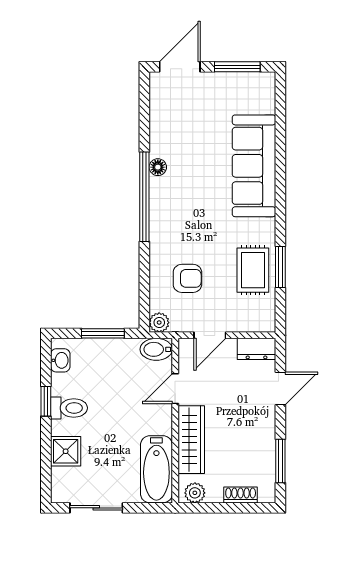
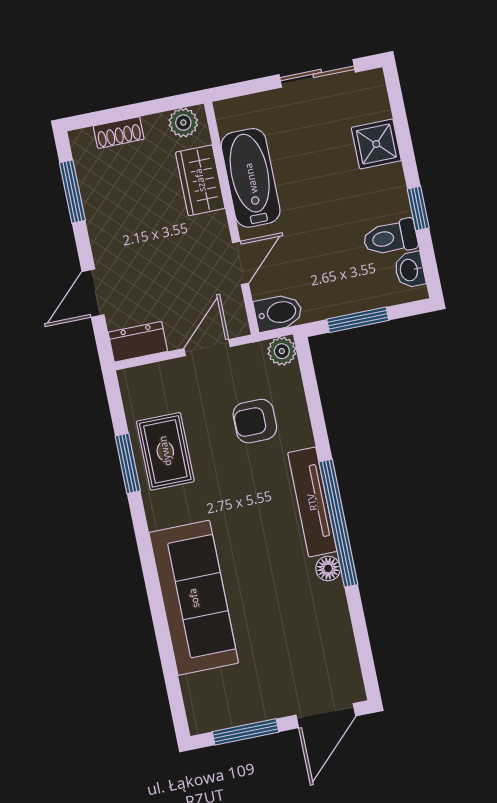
tv unit: (159, 215) -> (312, 502), added
toilet: (69, 408) -> (390, 238), moved
wardrobe: (191, 440) -> (200, 180), width x0.67
bathtub: (156, 469) -> (251, 178), moved

